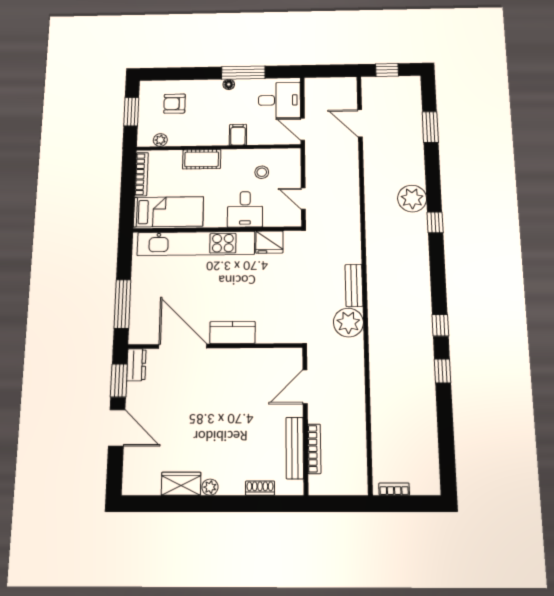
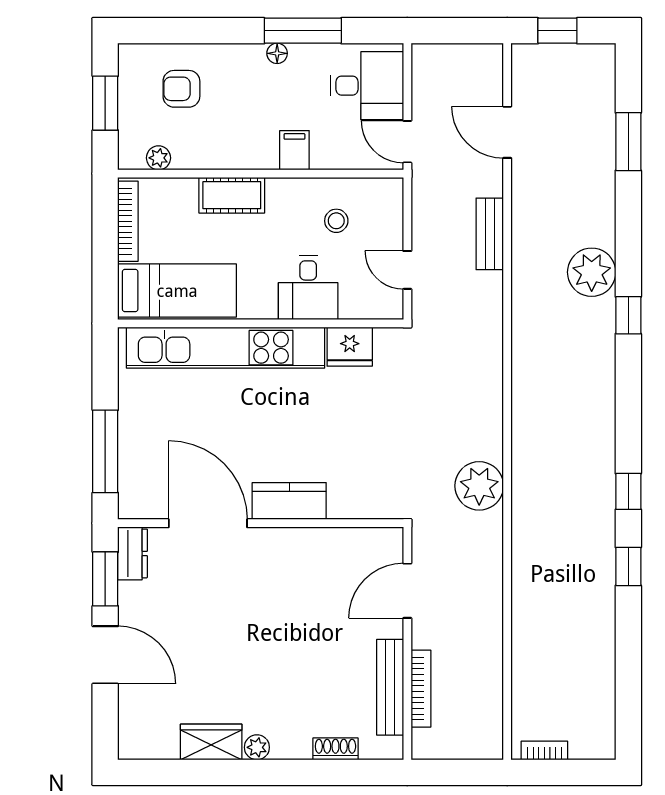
bench: (354, 285) -> (490, 234), moved

